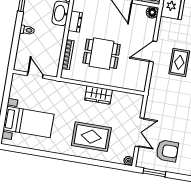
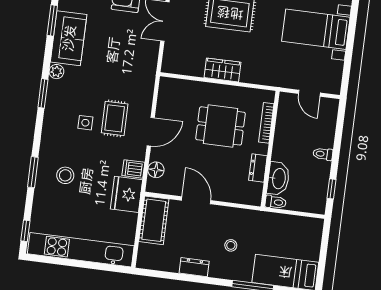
floor lamp: (152, 12) -> (156, 170), moved
dishwasher: (167, 25) -> (133, 169), added

